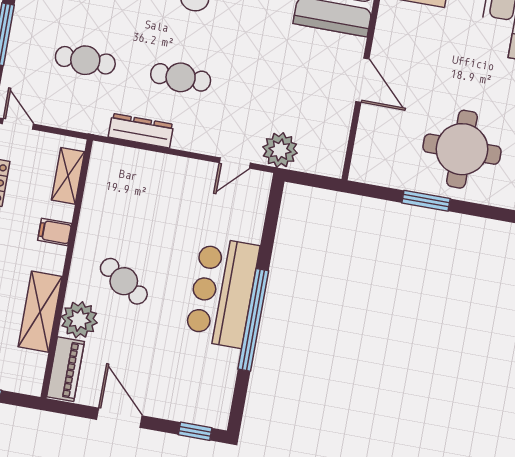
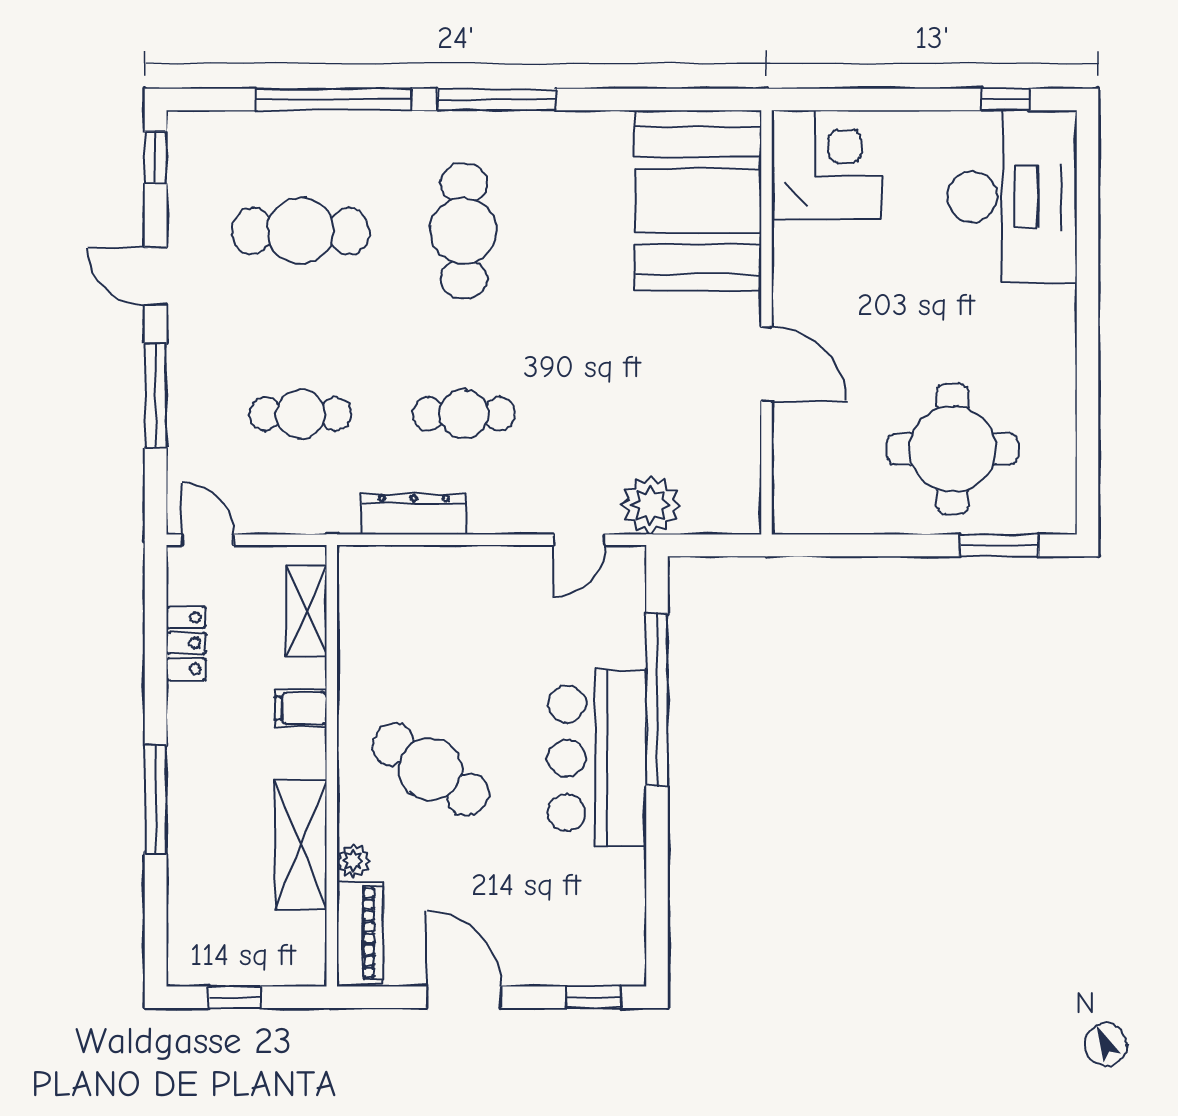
window: (426, 201) -> (999, 545), moved
cafe table: (124, 281) -> (430, 769), width x1.37, depth x1.35
plant: (79, 320) -> (353, 861), width x0.53, depth x0.53
window: (253, 320) -> (657, 700), moved

